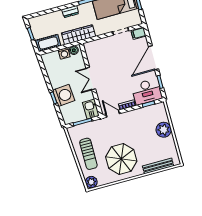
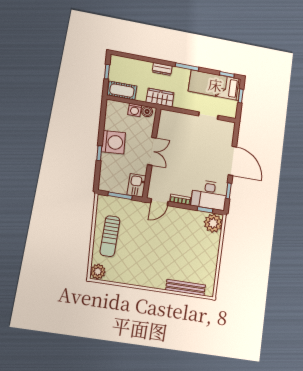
filing cabinet: (138, 33) -> (227, 127), removed
wardrobe: (79, 35) -> (160, 98), width x0.67
door: (154, 58) -> (232, 161), swing flipped
double door: (91, 79) -> (152, 151), swing flipped
washing machine: (64, 95) -> (113, 142), moved
door: (113, 114) -> (159, 202), swing flipped
plant: (164, 130) -> (213, 223), moved
parasol: (121, 159) -> (146, 260), removed

